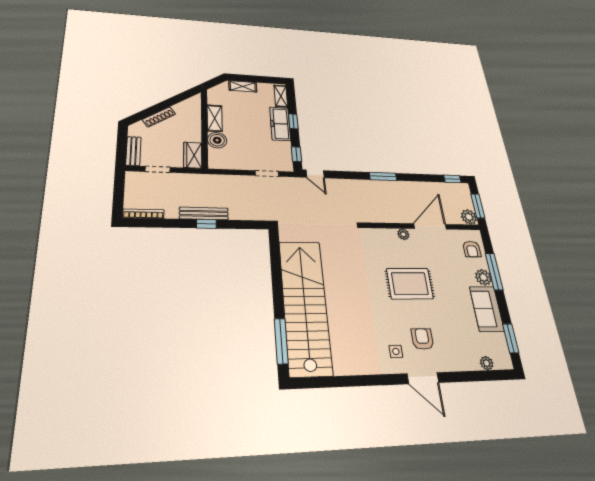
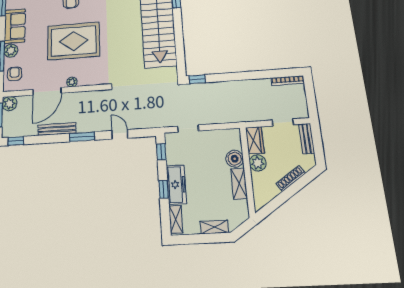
plant: (192, 134) -> (258, 163), added
door: (315, 174) -> (120, 134), moved
bench: (204, 213) -> (57, 129), moved
window: (206, 224) -> (197, 79), moved
rug: (410, 284) -> (73, 41), width x1.37, depth x1.44

